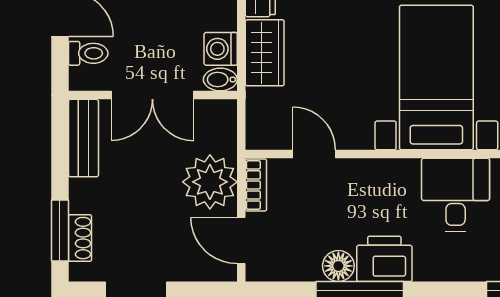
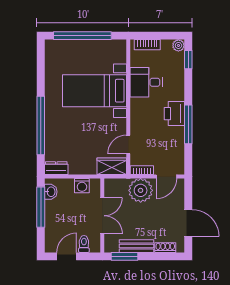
wardrobe: (265, 53) -> (112, 166), moved
bidet: (220, 80) -> (95, 186), removed
bench: (83, 138) -> (137, 246), moved
window: (60, 231) -> (125, 256), moved
floor lamp: (338, 266) -> (178, 134), removed

